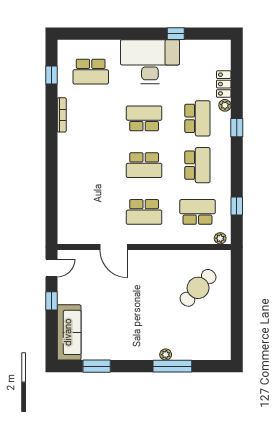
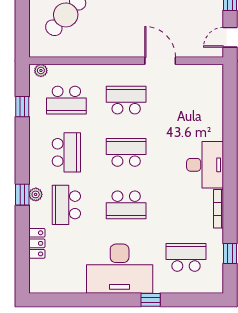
window: (176, 34) -> (151, 300), moved
plant: (225, 105) -> (36, 194), moved
desk: (74, 154) -> (205, 165), added
school desk: (197, 165) -> (66, 152), turned 180

